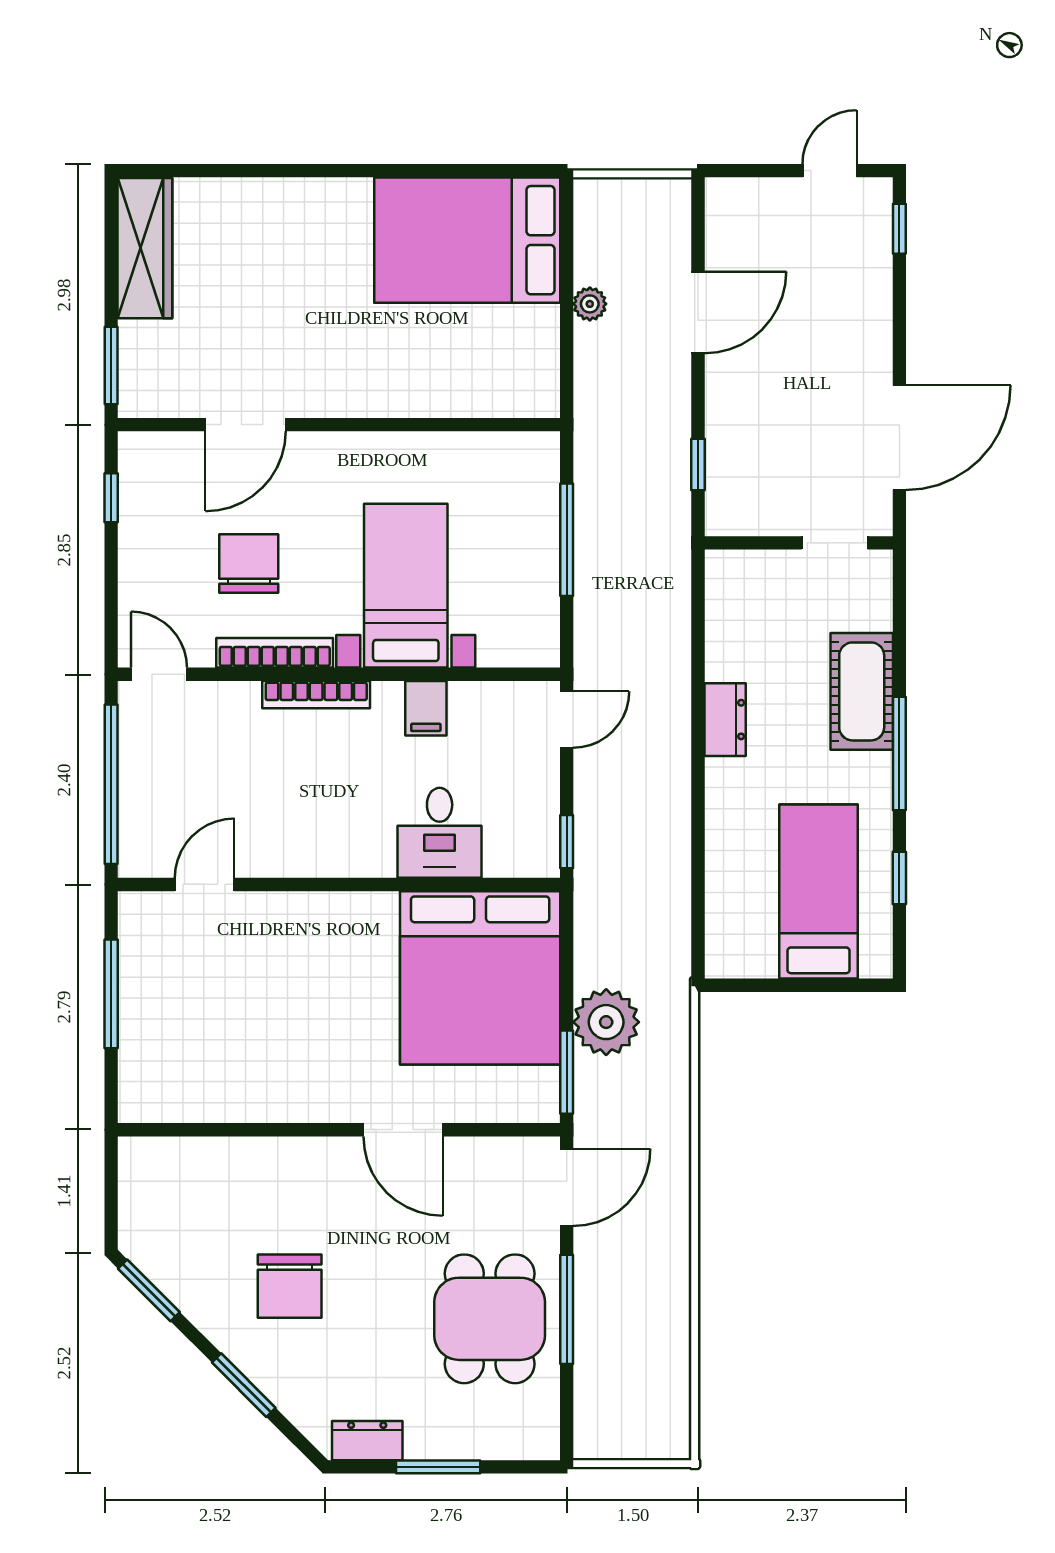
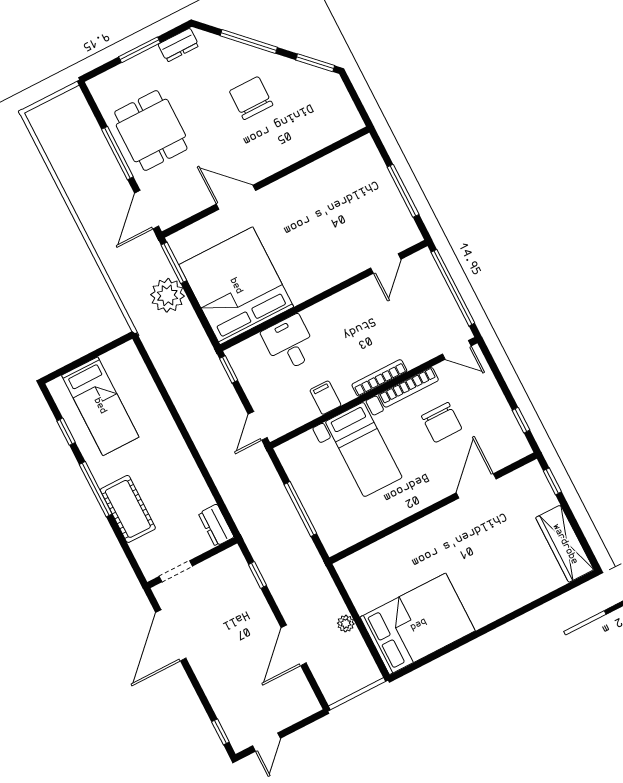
window: (111, 366) -> (552, 481), width x0.67
dresser: (725, 720) -> (216, 525), moved
window: (244, 1385) -> (249, 41), width x1.44

